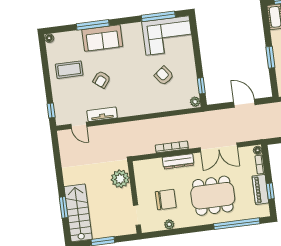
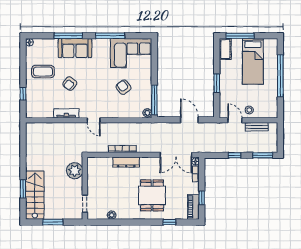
window: (158, 16) -> (110, 36), moved
window: (201, 86) -> (154, 100), width x2.17
window: (51, 111) -> (23, 94), moved
door: (79, 125) -> (94, 120), moved
double door: (219, 147) -> (176, 155), moved
piano: (260, 190) -> (193, 207), moved
dining table: (213, 196) -> (152, 195), width x0.73
chair: (166, 200) -> (111, 193), removed
window: (237, 224) -> (169, 222), width x0.32

